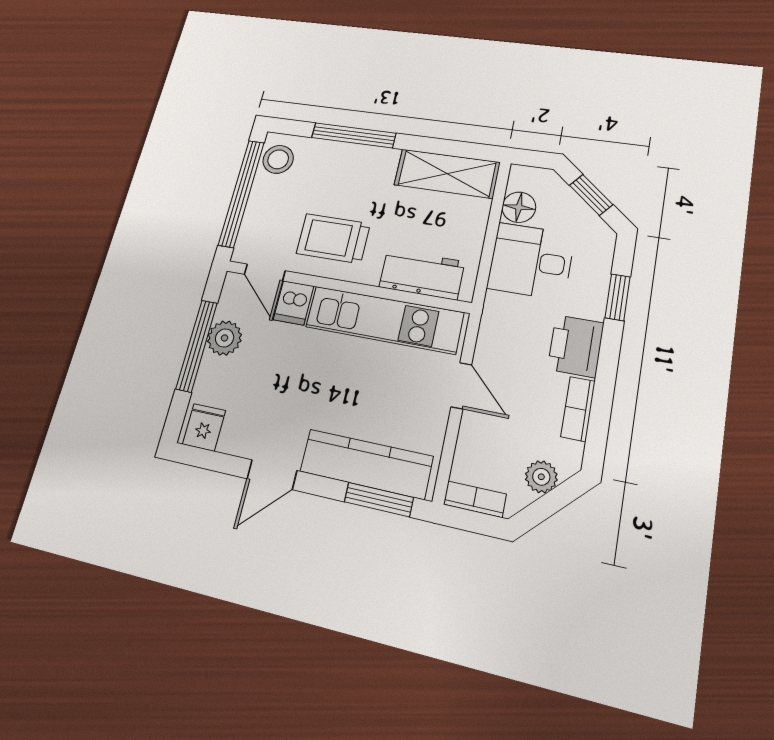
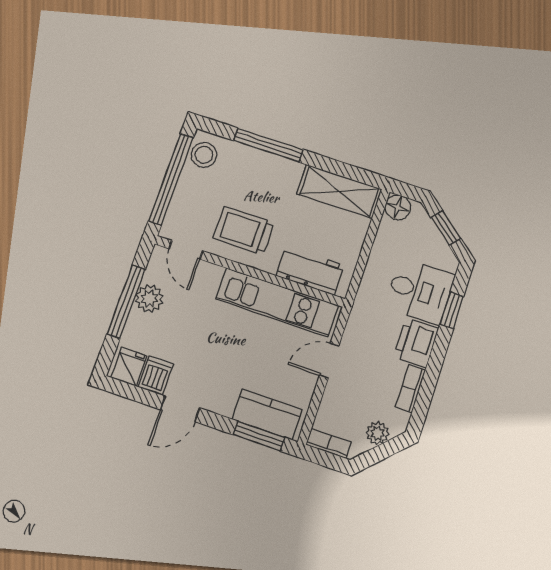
floor lamp: (519, 207) -> (398, 207), moved
desk: (531, 261) -> (420, 291), moved, turned 180
dishwasher: (294, 303) -> (156, 375), moved, turned 180
door: (461, 386) -> (329, 361), swing flipped
kitchen counter: (366, 464) -> (267, 414), width x0.67

